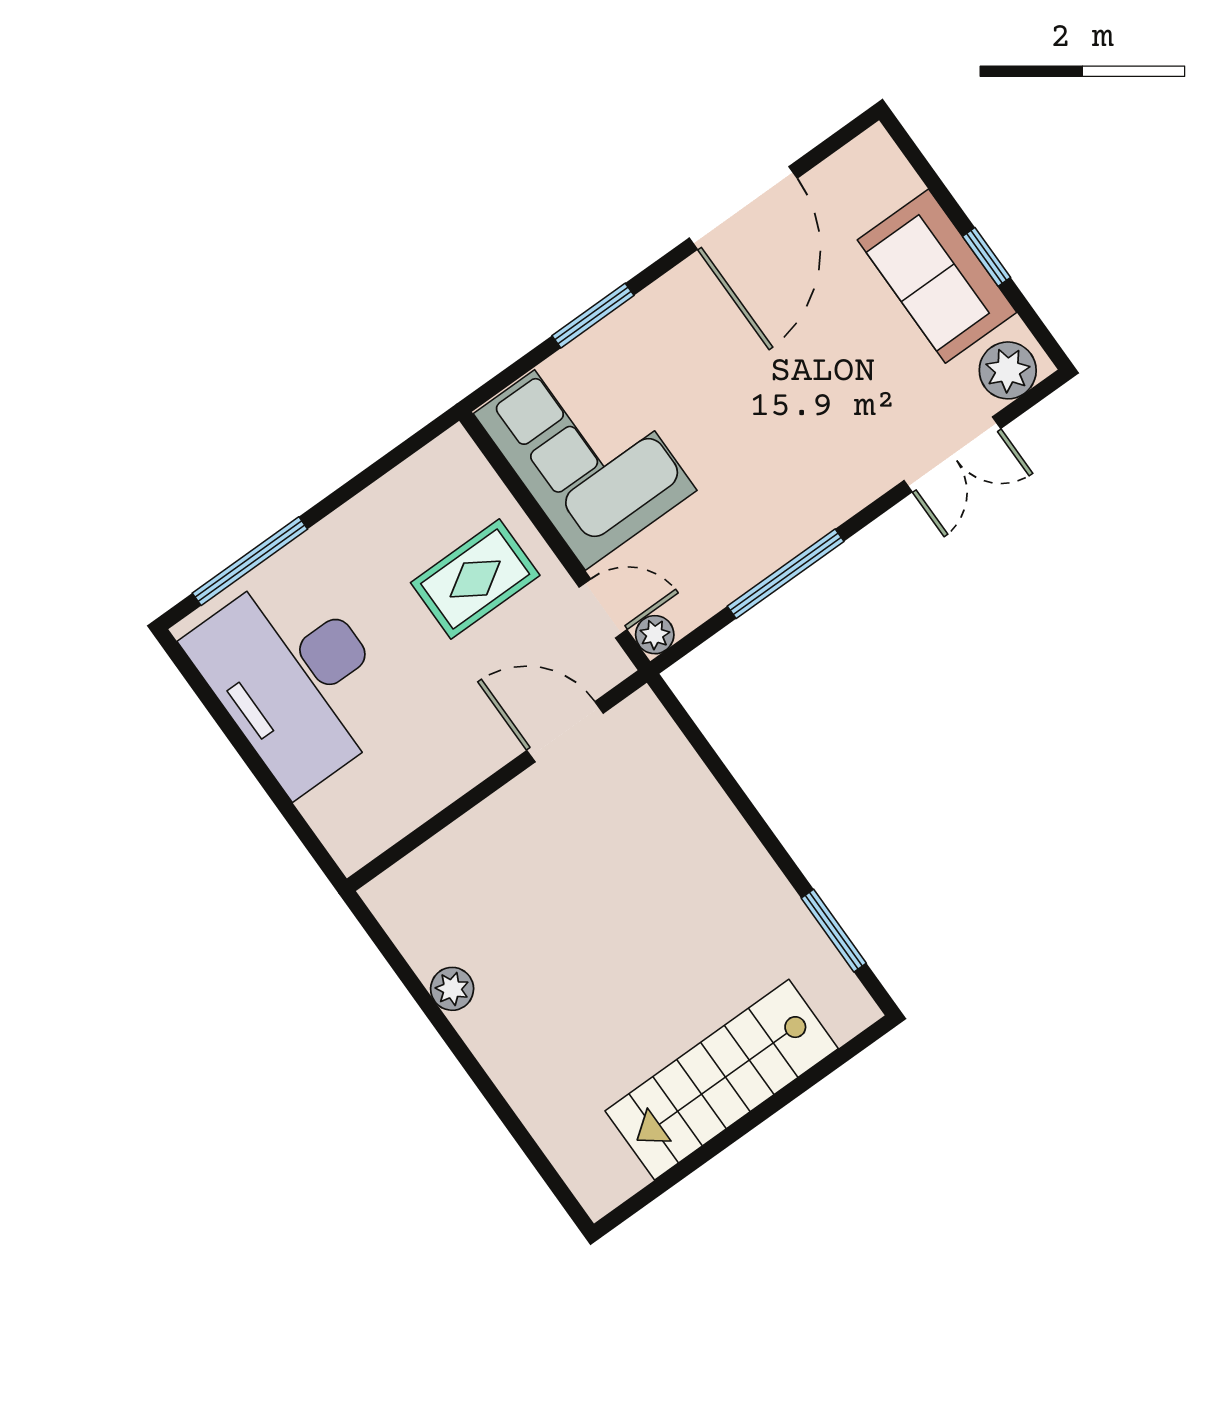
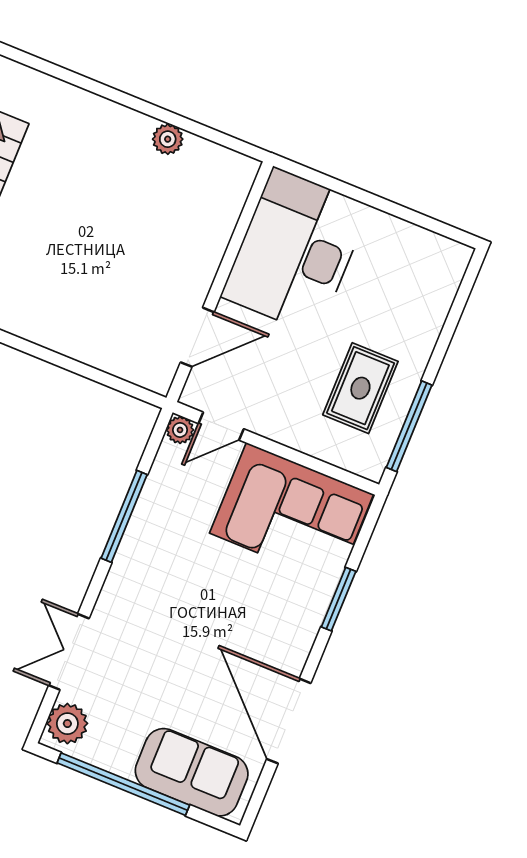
window: (987, 257) -> (123, 784), width x3.17
sofa: (937, 276) -> (192, 772), moved
window: (250, 561) -> (409, 426), moved
rug: (475, 579) -> (360, 388), moved
desk: (295, 679) -> (295, 251), moved, turned -90

